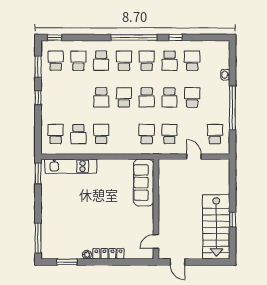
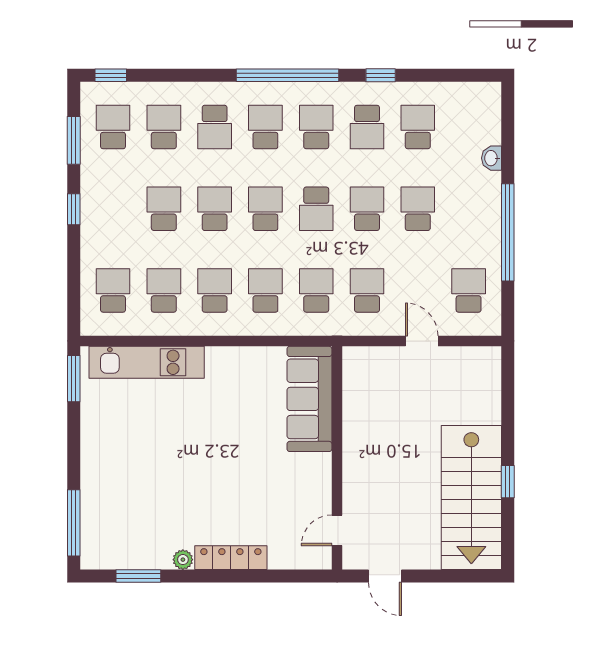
school desk: (78, 97) -> (164, 209), added
school desk: (101, 97) -> (215, 209), turned 180
school desk: (169, 97) -> (367, 209), turned 180
school desk: (78, 134) -> (164, 290), turned 180
school desk: (124, 134) -> (265, 290), added

